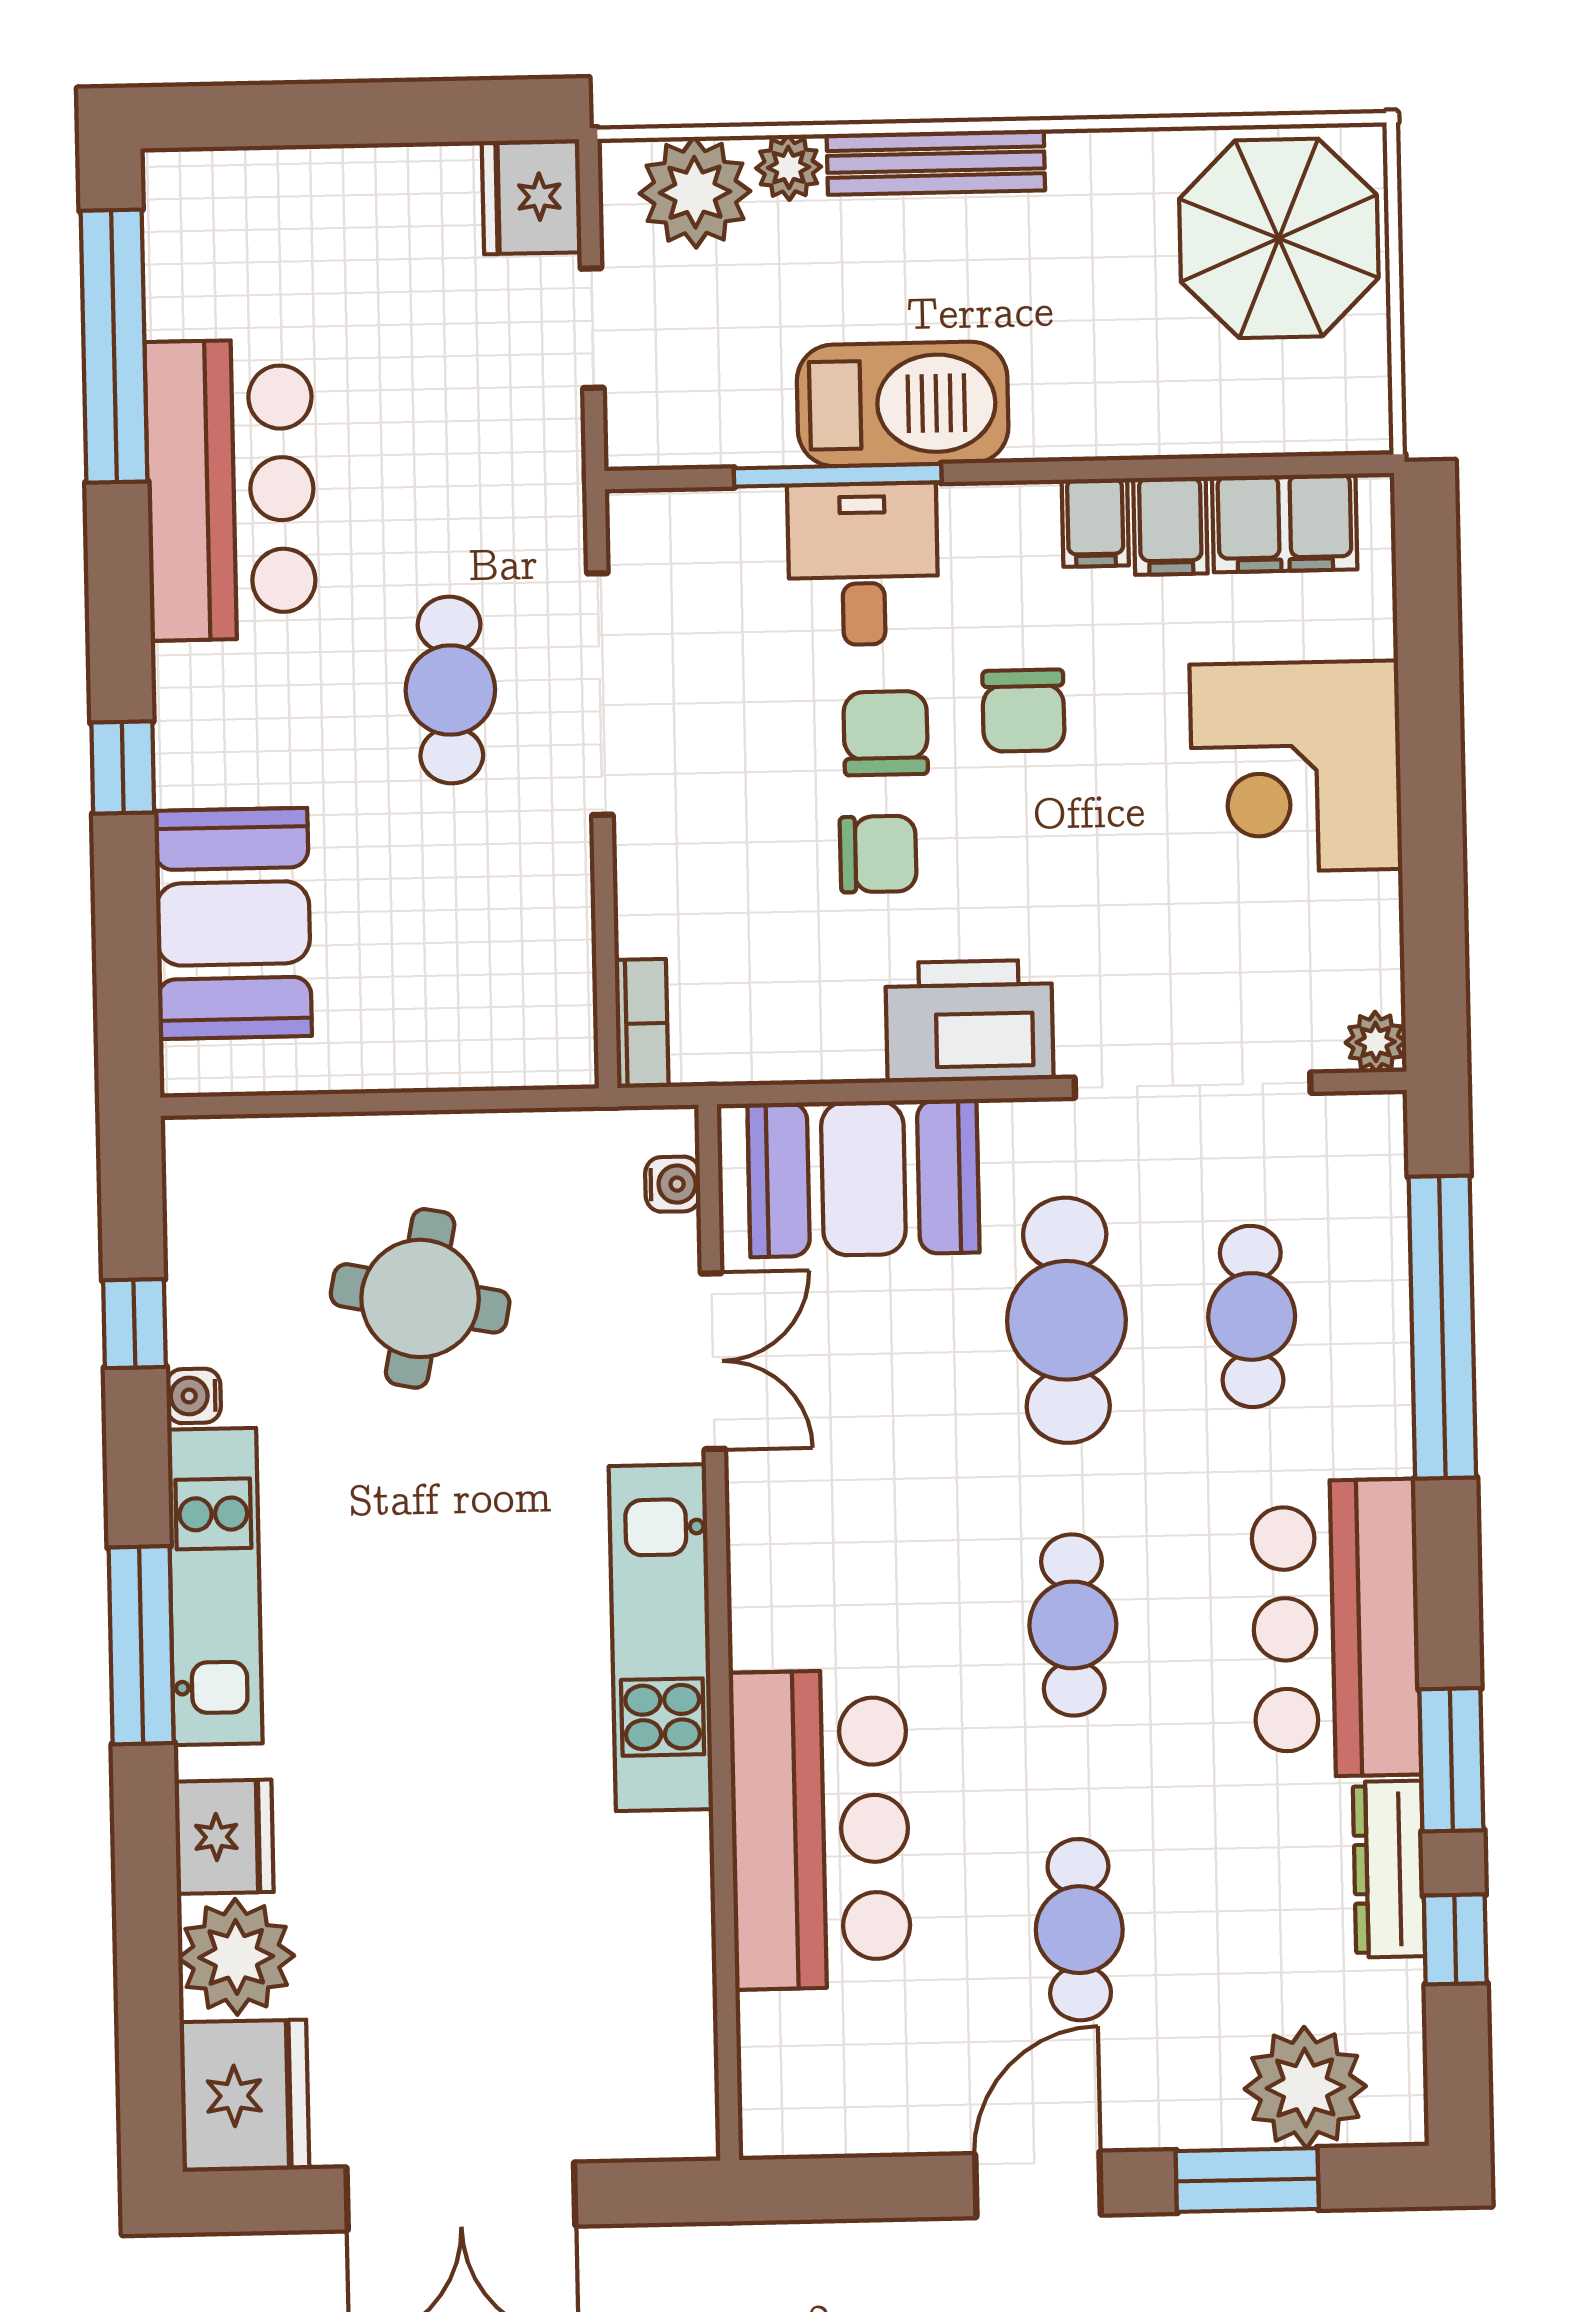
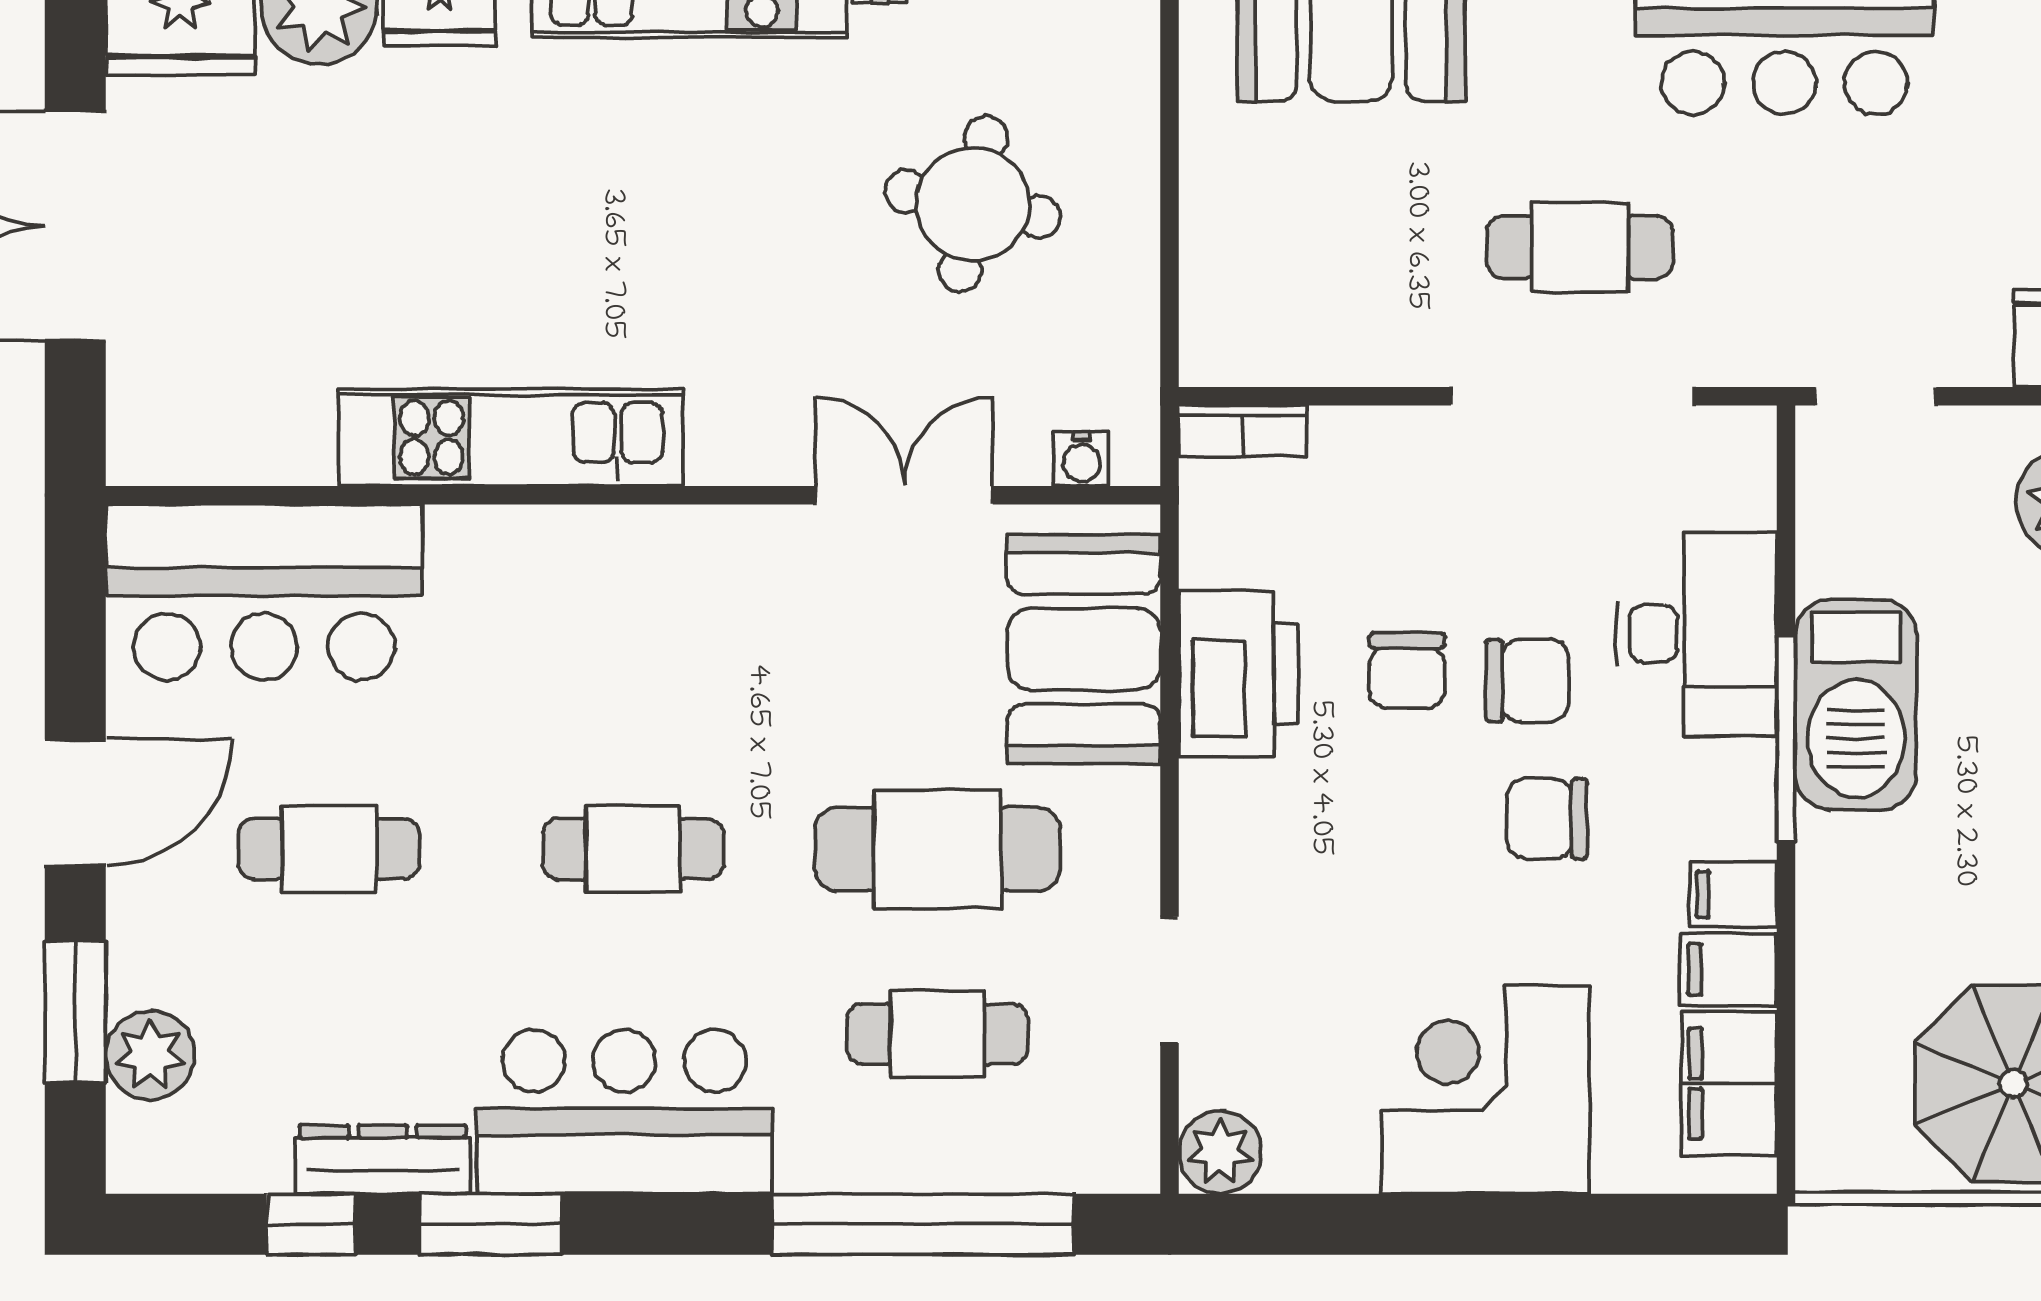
doorway: (592, 328) -> (1876, 396), moved
window: (838, 475) -> (1786, 739), moved
desk: (863, 564) -> (1697, 634), width x1.37
printer: (969, 1021) -> (1238, 674), moved
plant: (1376, 1042) -> (1220, 1152), width x1.38, depth x1.38
doorway: (1193, 1085) -> (1170, 980), width x0.53
double door: (713, 1361) -> (904, 495), swing flipped
kitchen unit: (661, 1638) -> (511, 437), moved
bar counter: (820, 1829) -> (264, 592), moved
plant: (1305, 2087) -> (150, 1055), width x0.73, depth x0.73
door: (1038, 2184) -> (75, 802), hinge flipped

